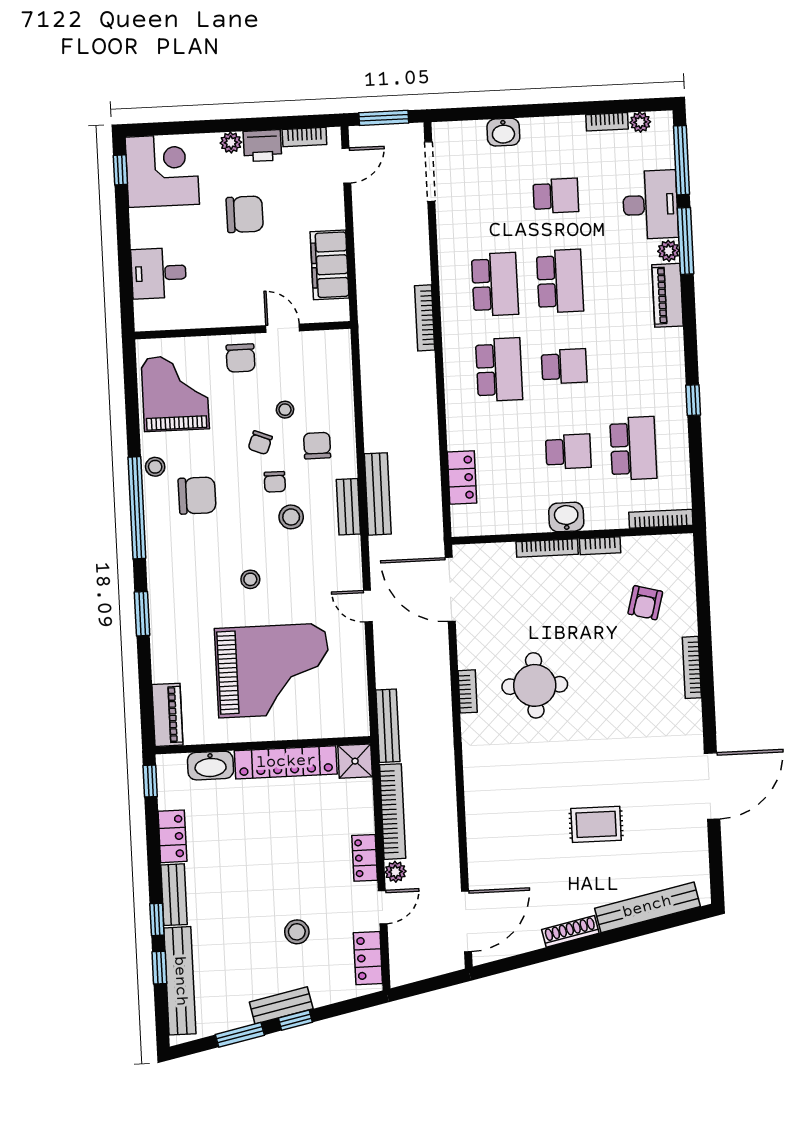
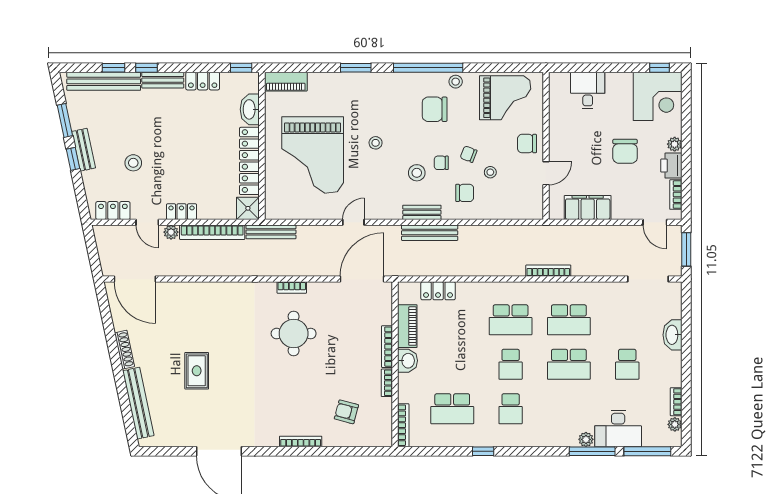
washbasin: (503, 132) -> (672, 335), width x1.38
piano: (667, 295) -> (407, 326), moved, turned 90
school desk: (568, 452) -> (511, 409), moved
chair: (197, 495) -> (435, 109), turned 90

